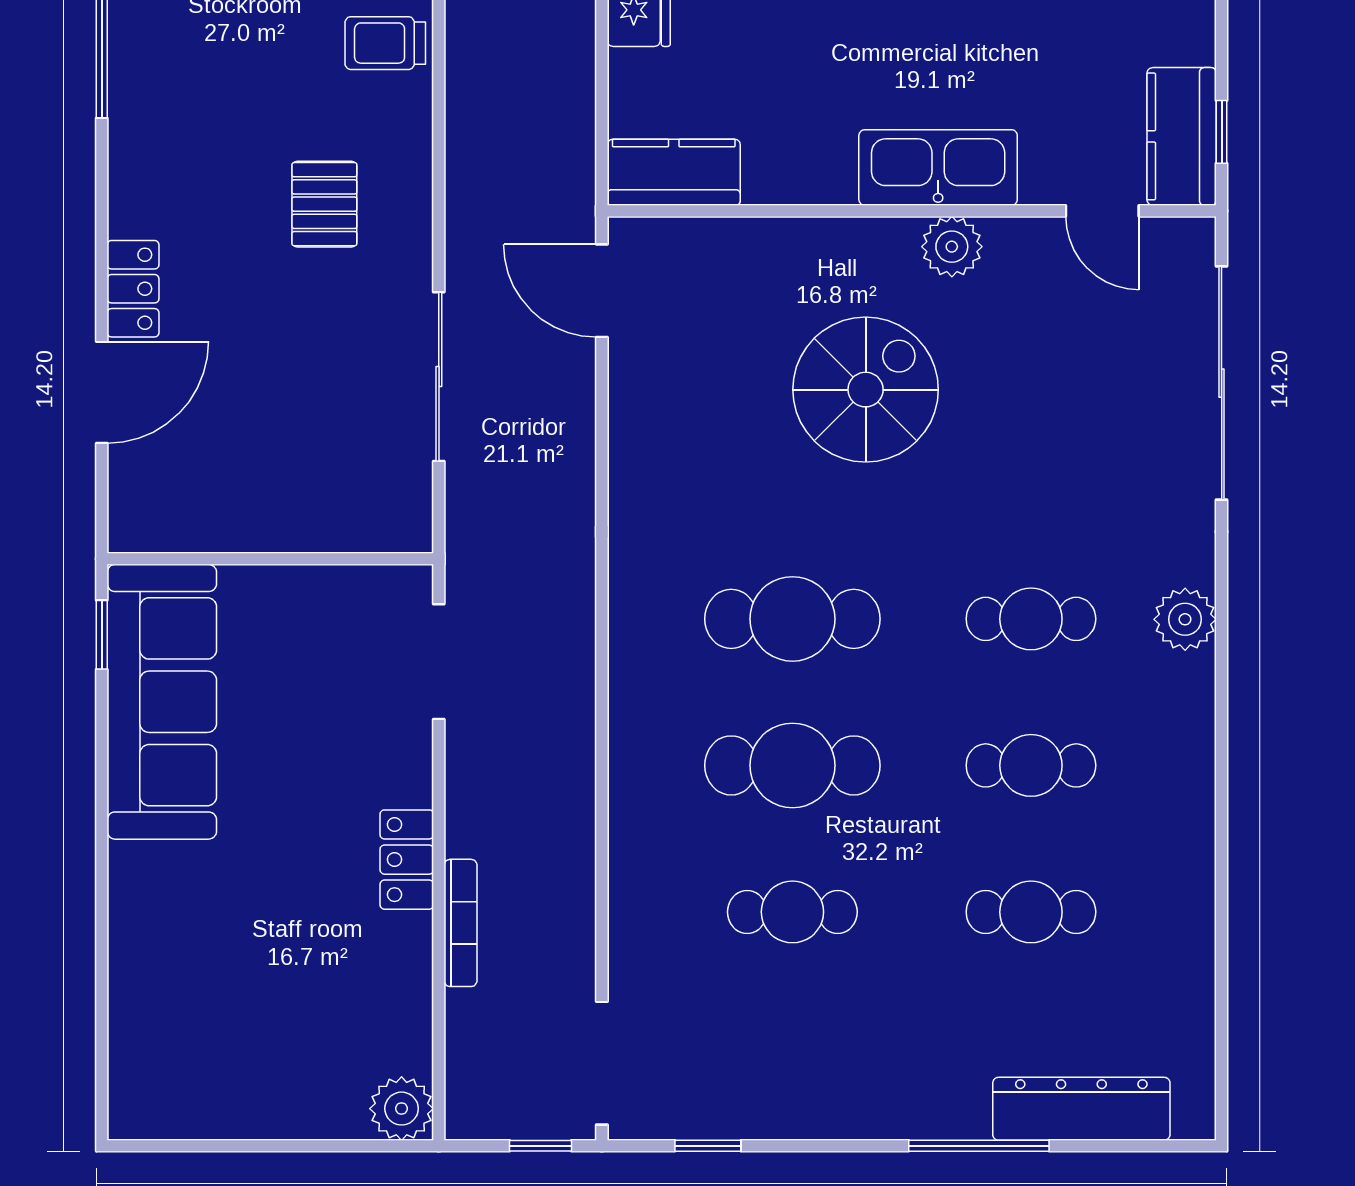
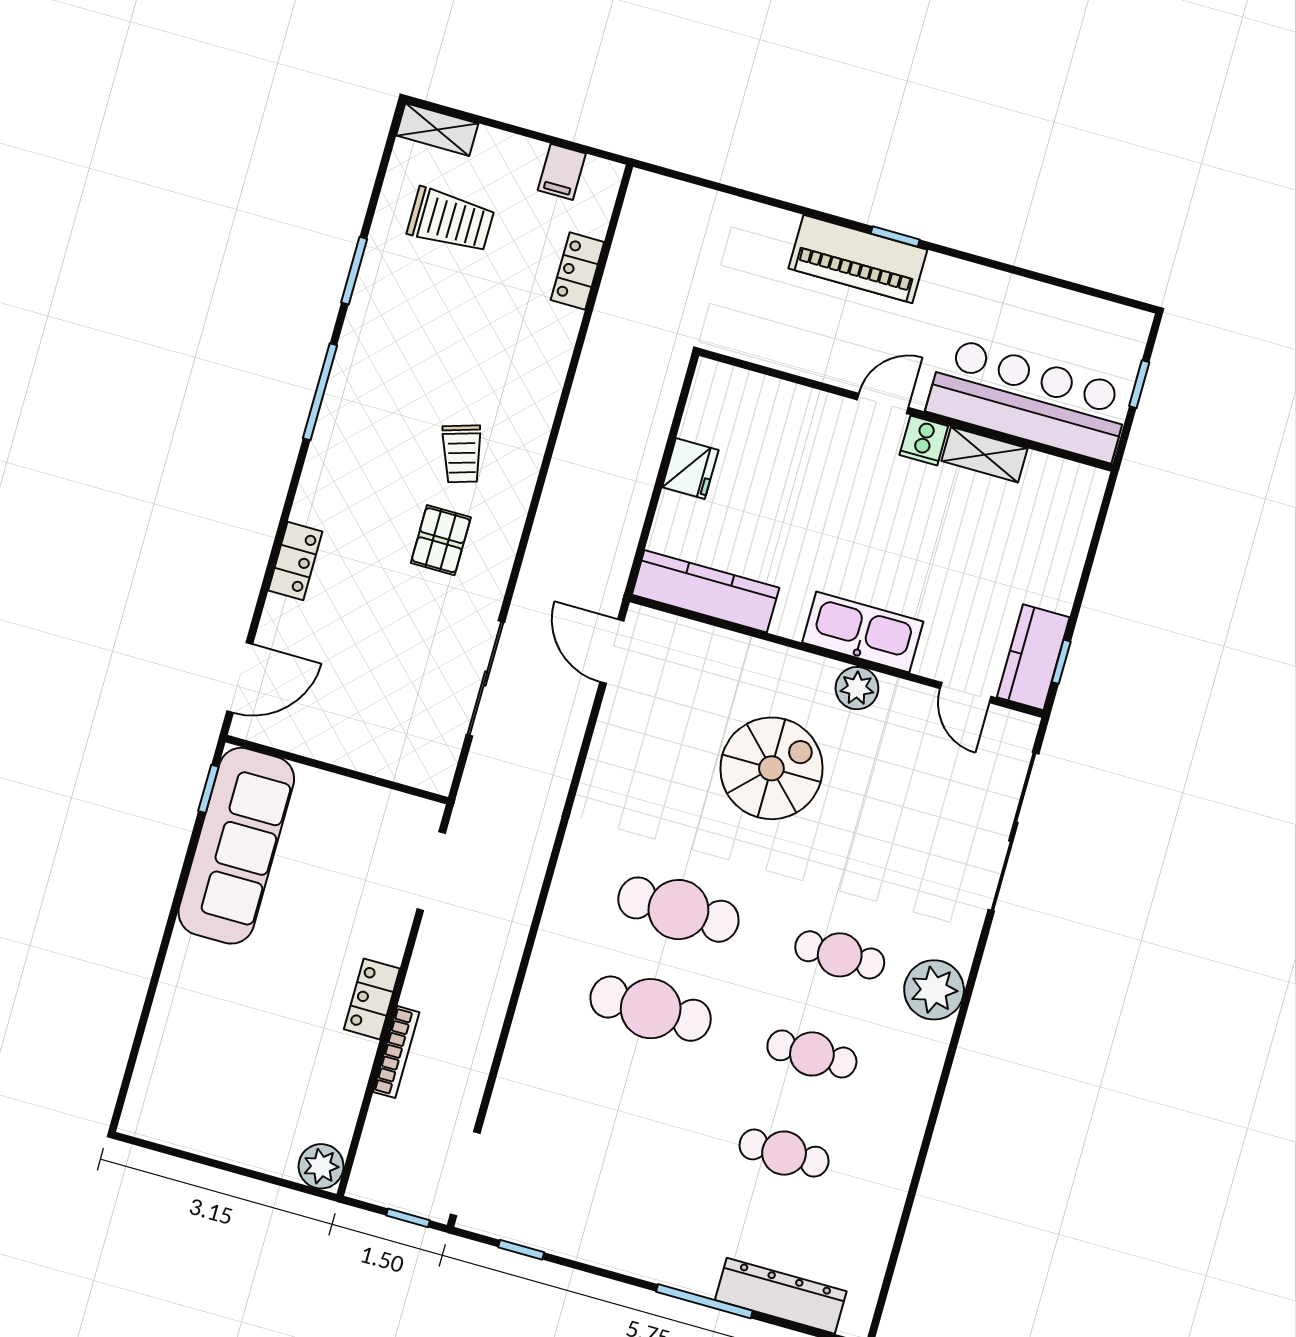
trolley: (385, 43) -> (462, 454), moved, turned -107
kitchen counter: (674, 172) -> (706, 591), width x1.50
door: (102, 392) -> (240, 678), moved
plant: (1185, 619) -> (934, 990), width x1.36, depth x1.36
cafe table: (792, 912) -> (623, 1108), removed

